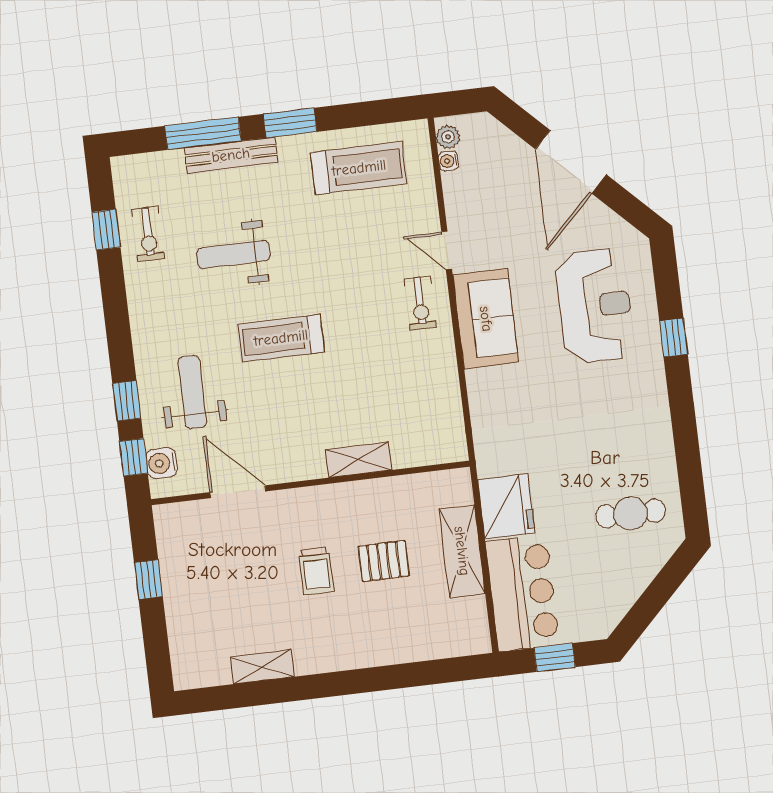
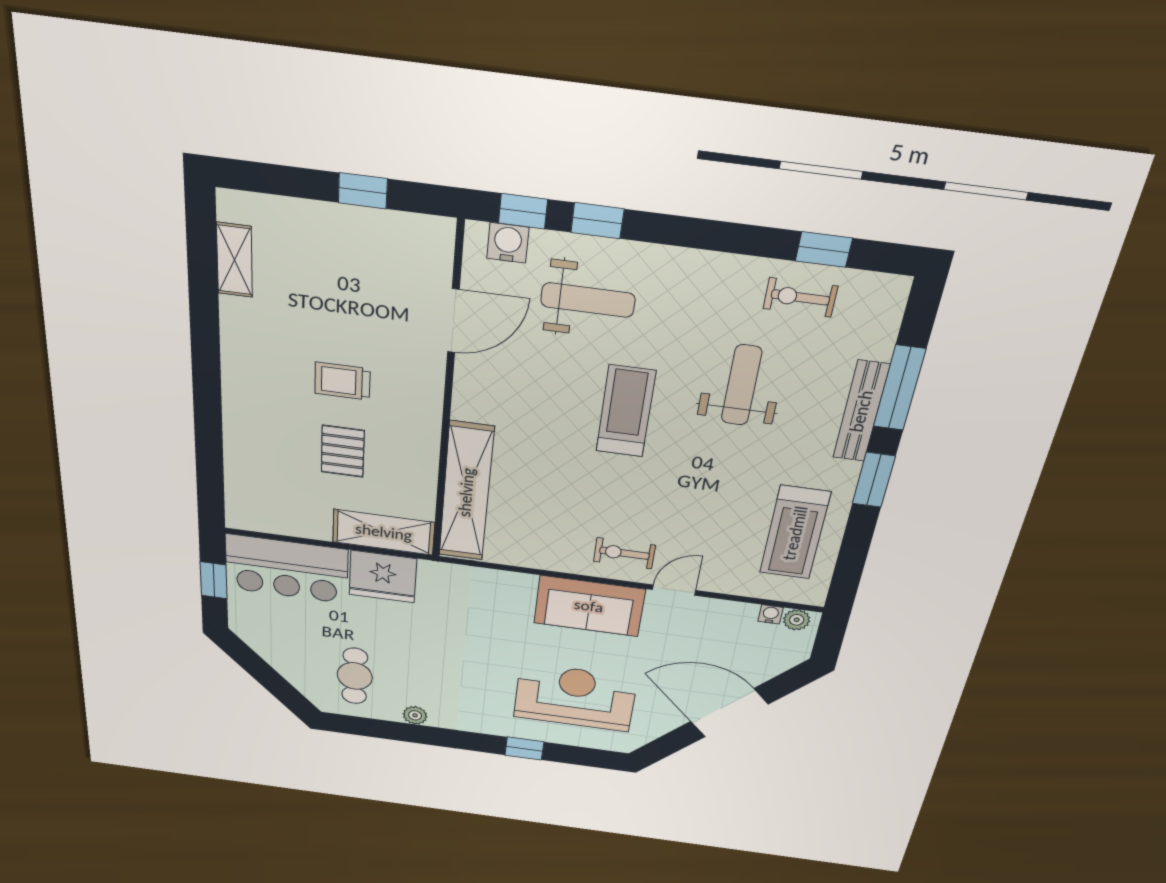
reception desk: (595, 306) -> (575, 697), turned 180
plant: (663, 449) -> (415, 715), added
shelving: (358, 460) -> (466, 492), width x2.20, depth x1.33
shelving: (462, 551) -> (384, 532), moved
shelving: (262, 667) -> (234, 260), moved

